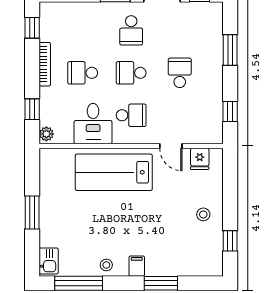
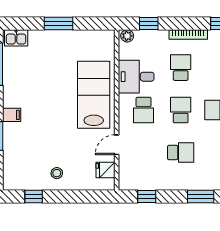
stool: (106, 265) -> (13, 88), removed

